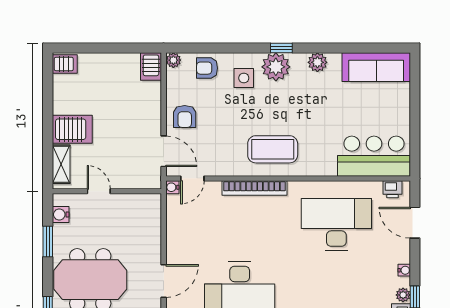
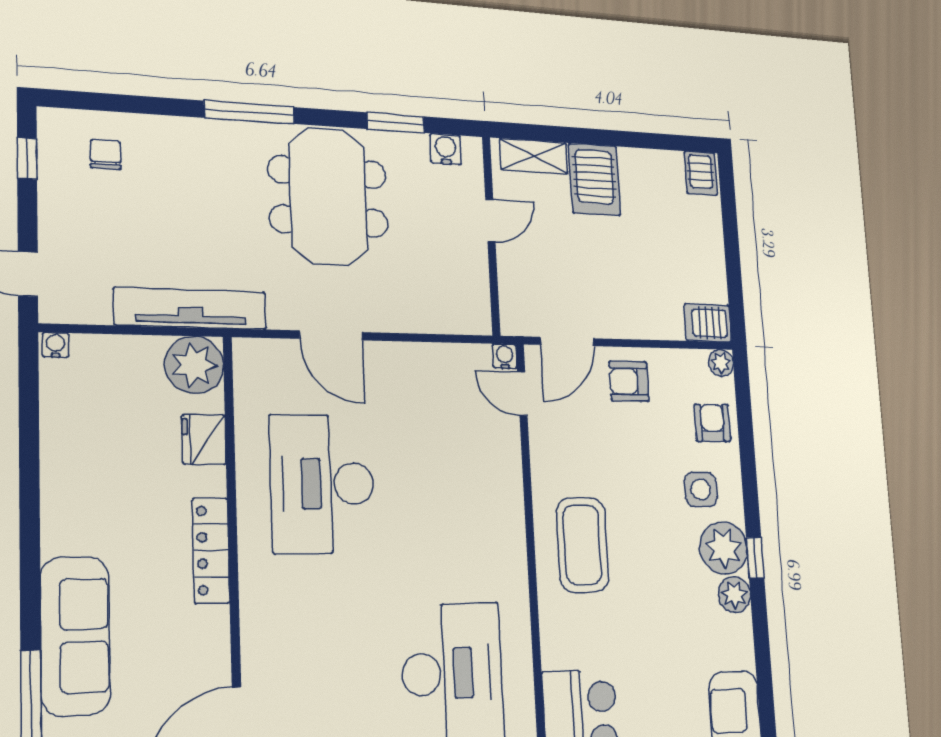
plant: (317, 62) -> (734, 595), moved
bookcase: (254, 188) -> (512, 511), removed

